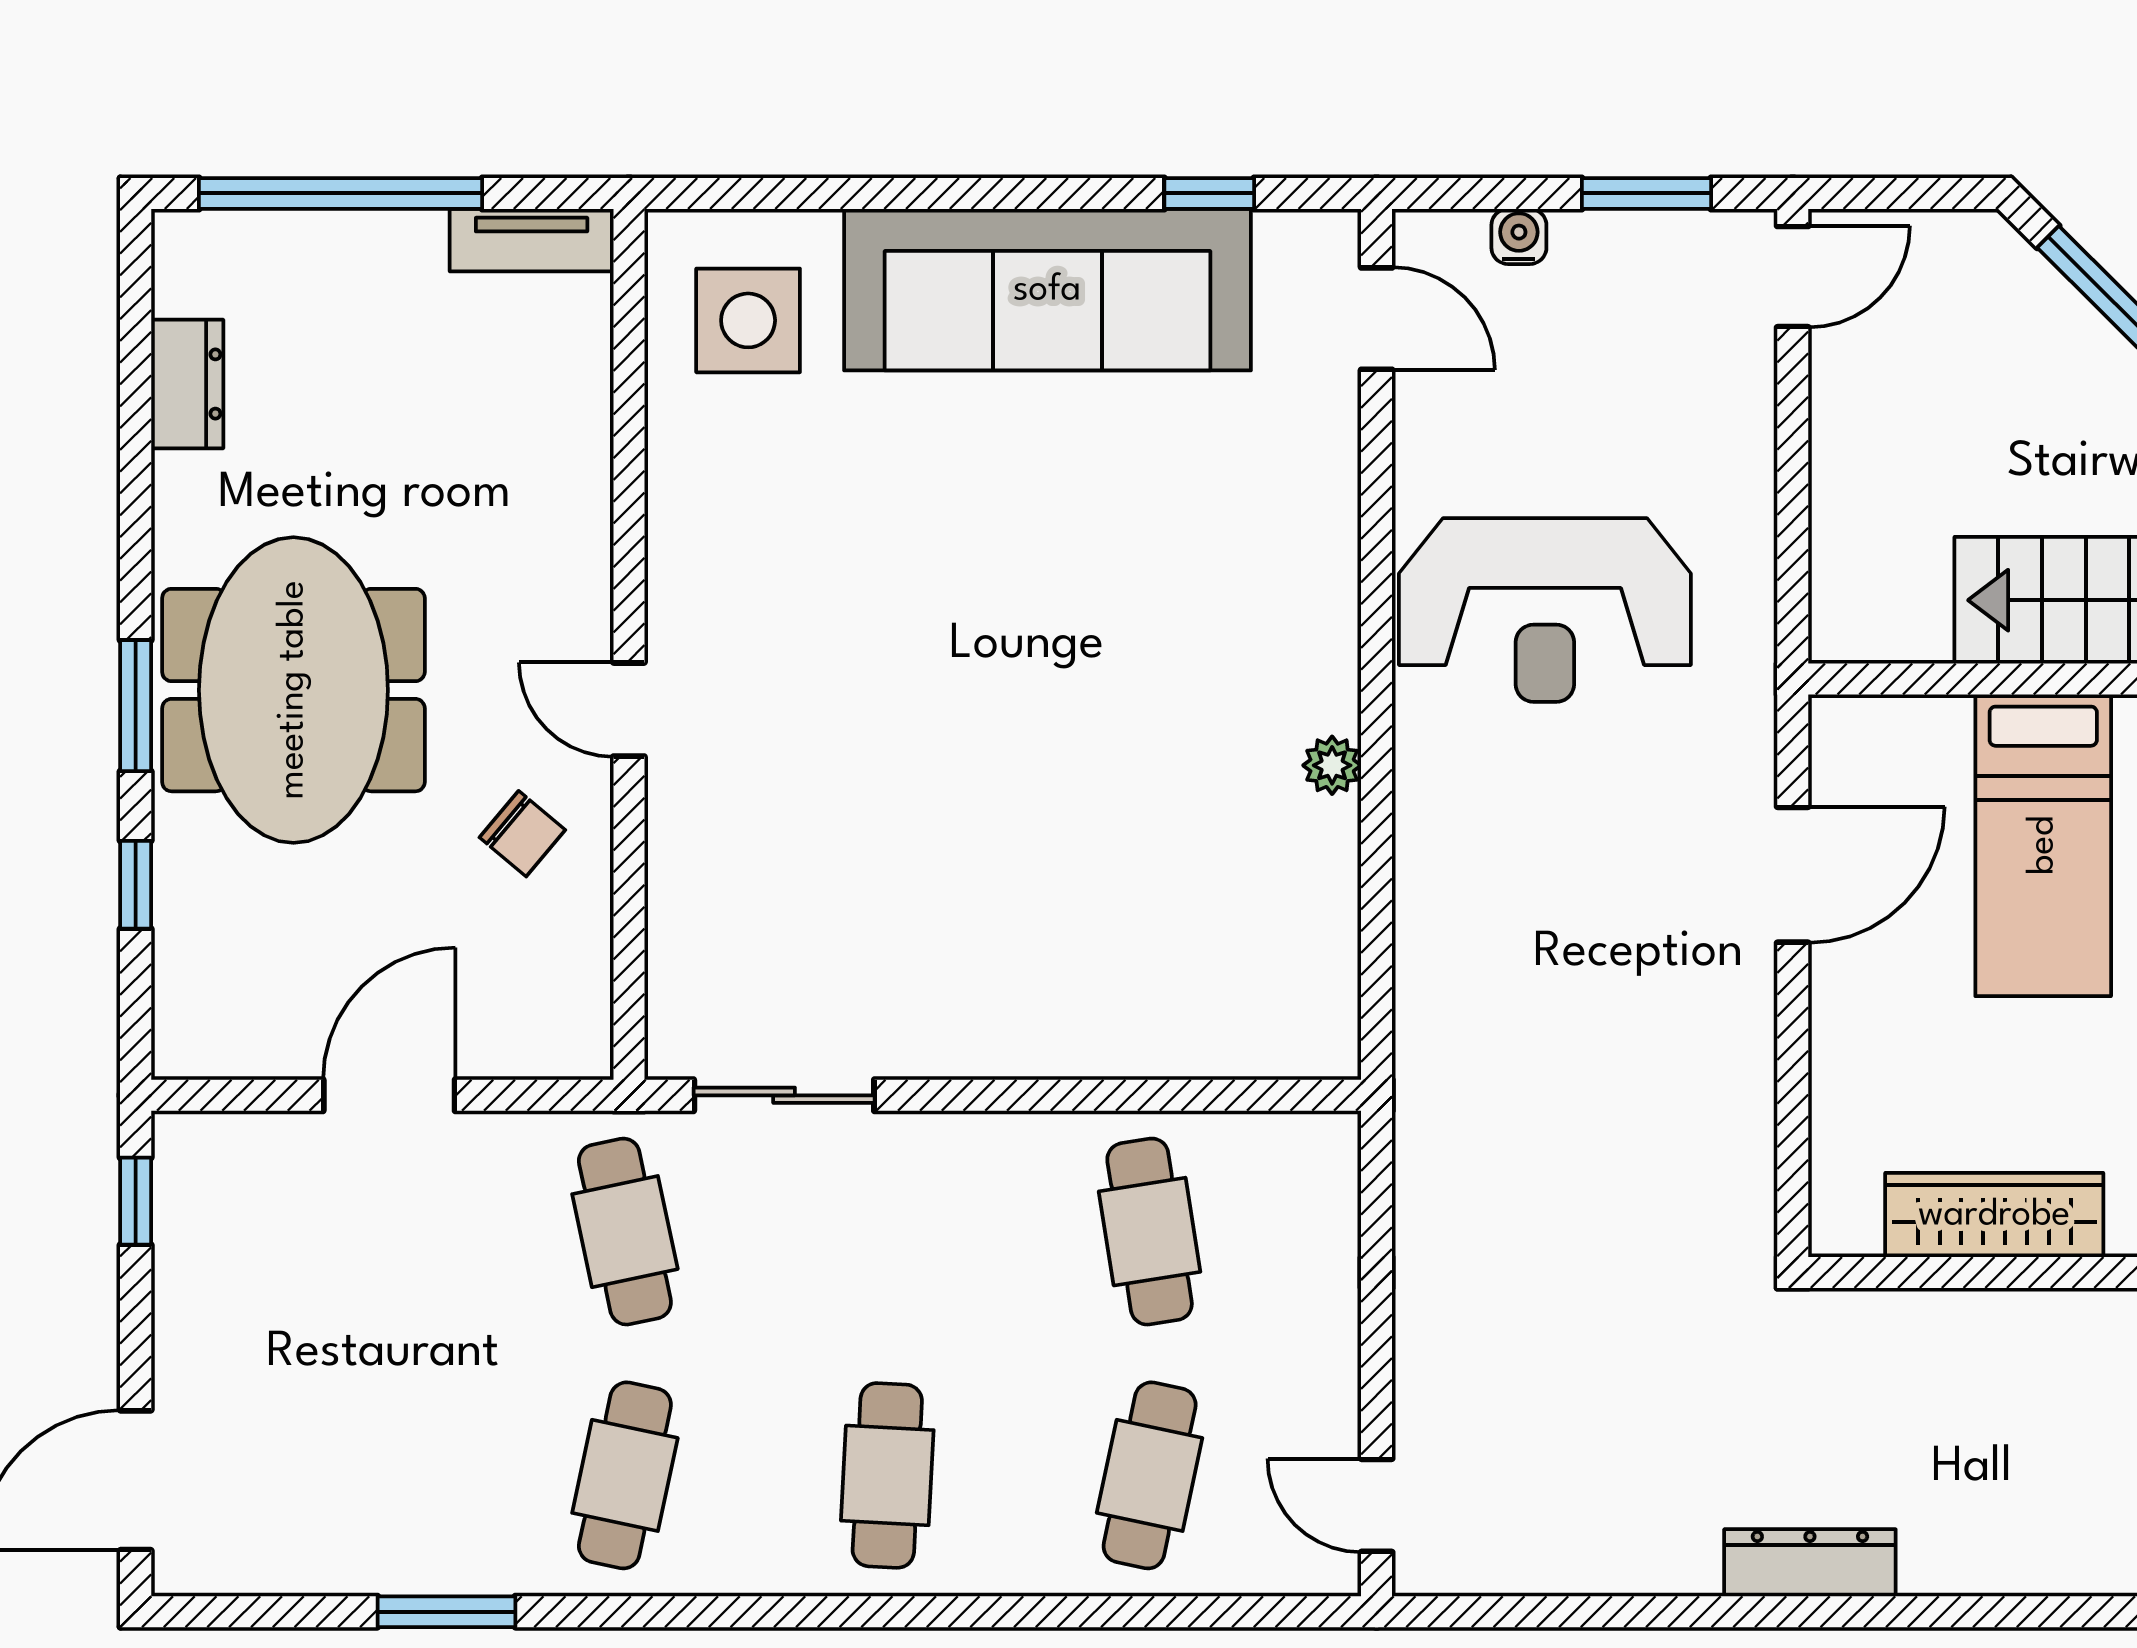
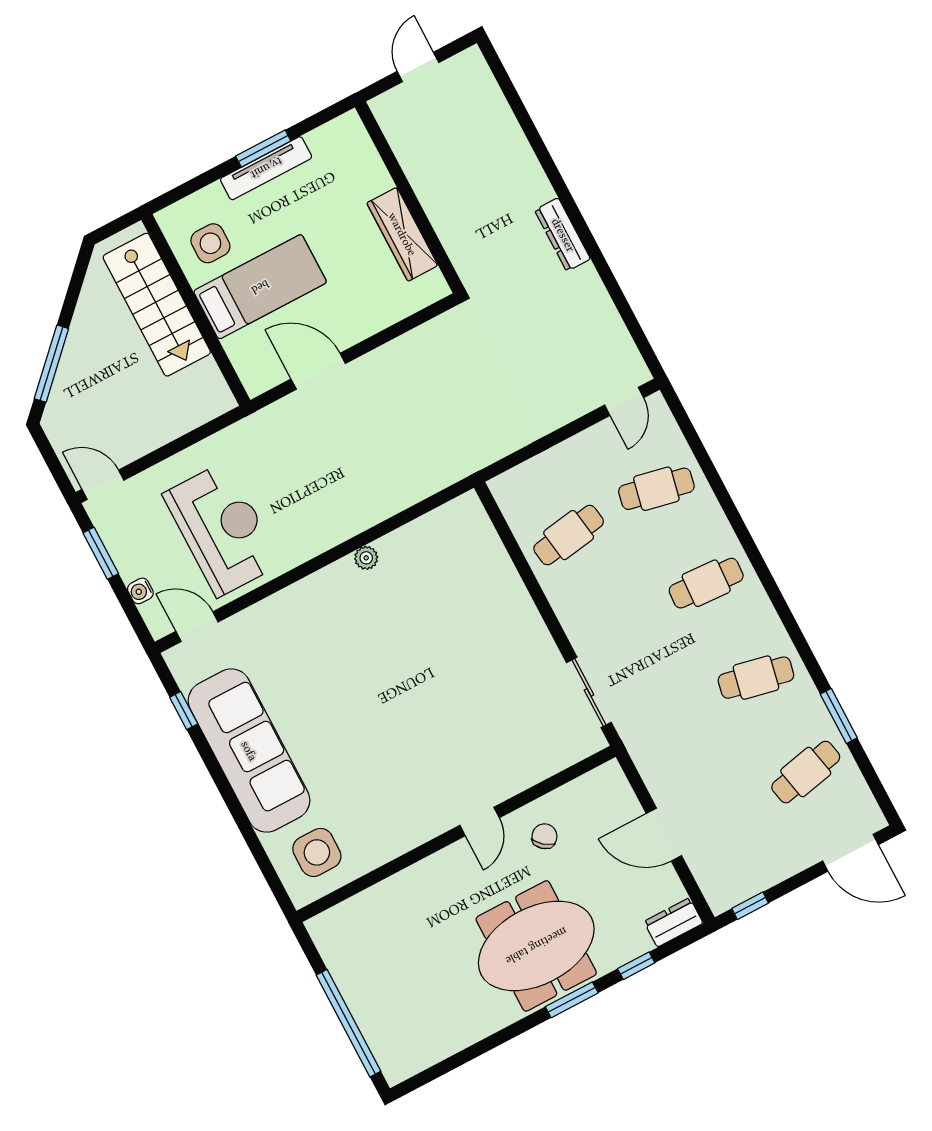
tv unit: (532, 240) -> (329, 946), removed
door: (1377, 319) -> (197, 627), hinge flipped
dresser: (187, 384) -> (674, 922), moved
reception desk: (1545, 610) -> (222, 529), moved
cafe table: (625, 1232) -> (806, 772), moved

